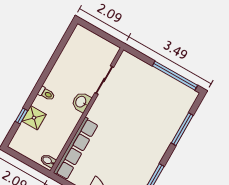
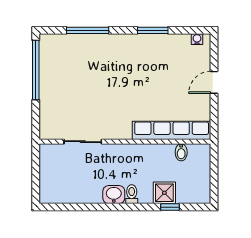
washbasin: (81, 102) -> (114, 195), moved, turned 180
bidet: (48, 161) -> (181, 152), moved

